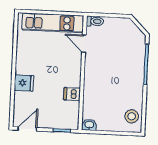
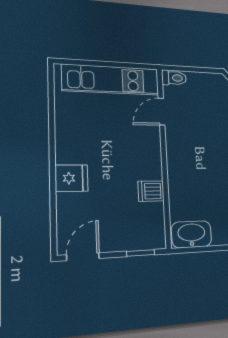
door: (84, 44) -> (162, 112), hinge flipped
washbasin: (89, 125) -> (192, 234), width x1.91, depth x1.45

